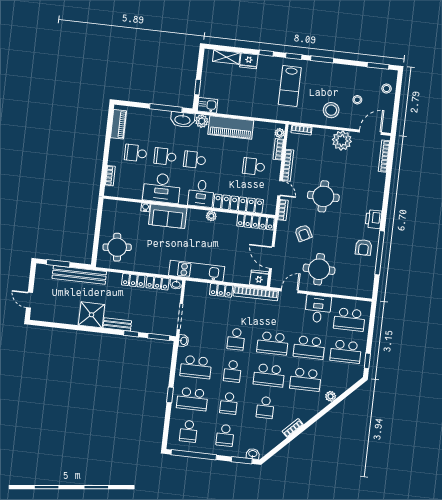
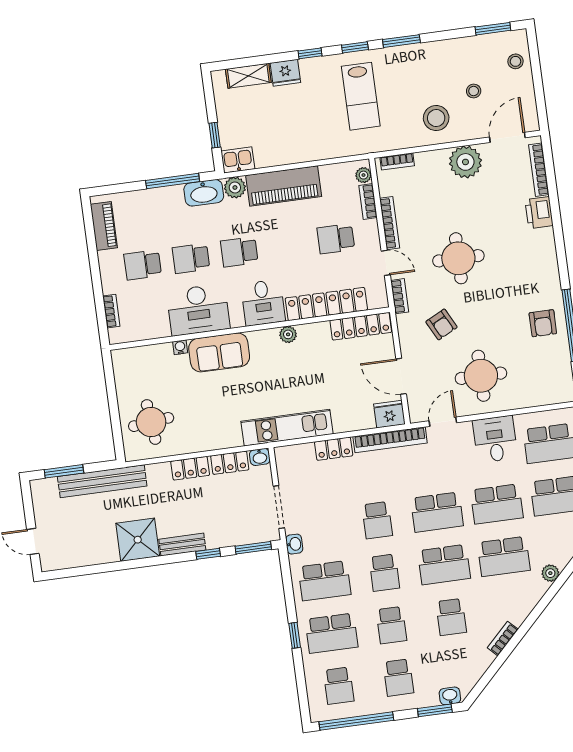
printer: (373, 219) -> (539, 213), moved

